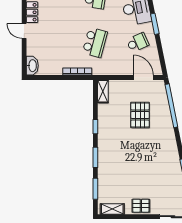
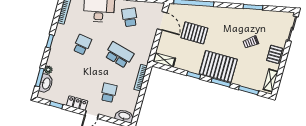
school desk: (52, 42) -> (109, 93), added
door: (143, 77) -> (162, 21), swing flipped
pallet: (112, 150) -> (218, 66), added
trolley: (147, 177) -> (251, 42), added

